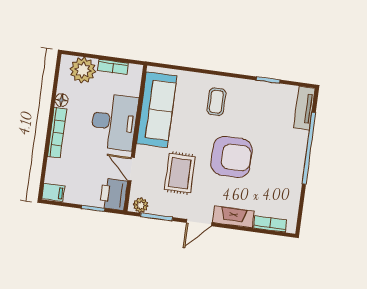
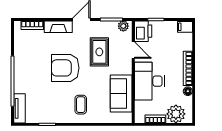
sofa: (157, 110) -> (121, 94), width x0.73

